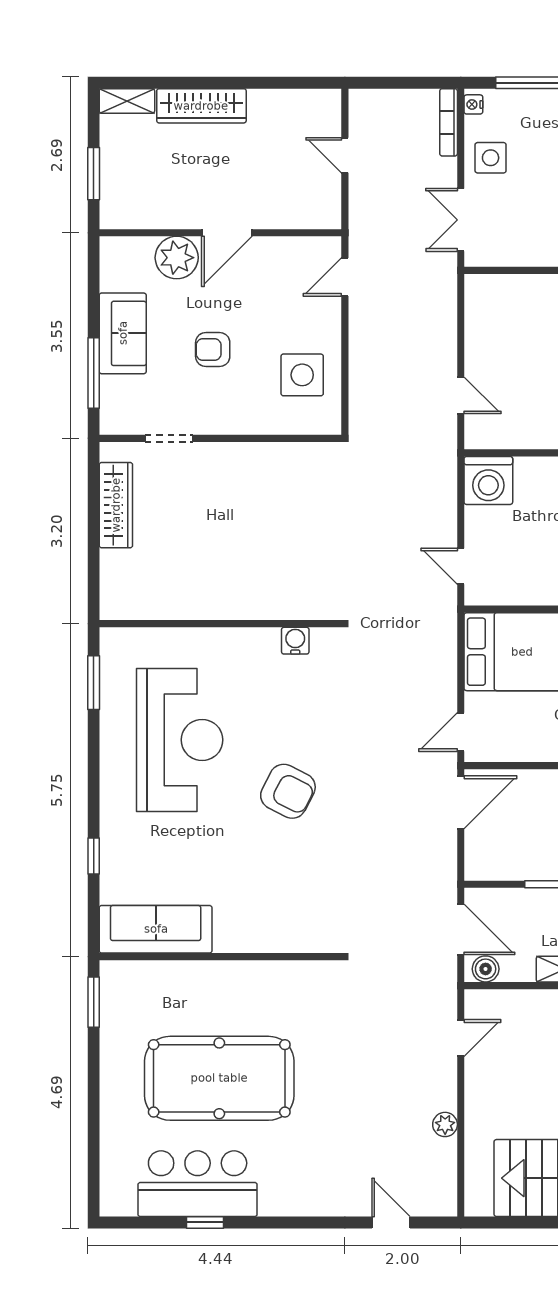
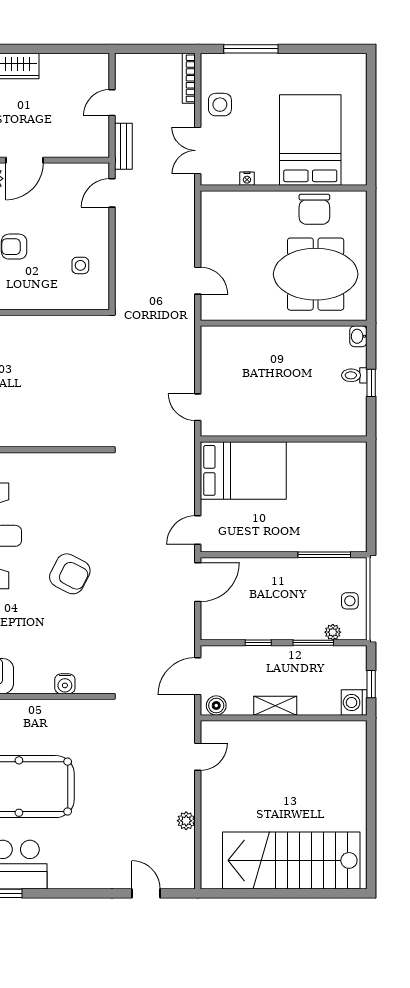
nightstand: (473, 104) -> (247, 179), moved, turned -90
door: (345, 155) -> (112, 103), hinge flipped
bench: (360, 214) -> (123, 146), added
side table: (302, 375) -> (80, 265), width x0.54, depth x0.54
washing machine: (488, 480) -> (218, 344), removed
water cooler: (295, 641) -> (65, 684), moved, turned 180
door: (461, 929) -> (198, 676), swing flipped

